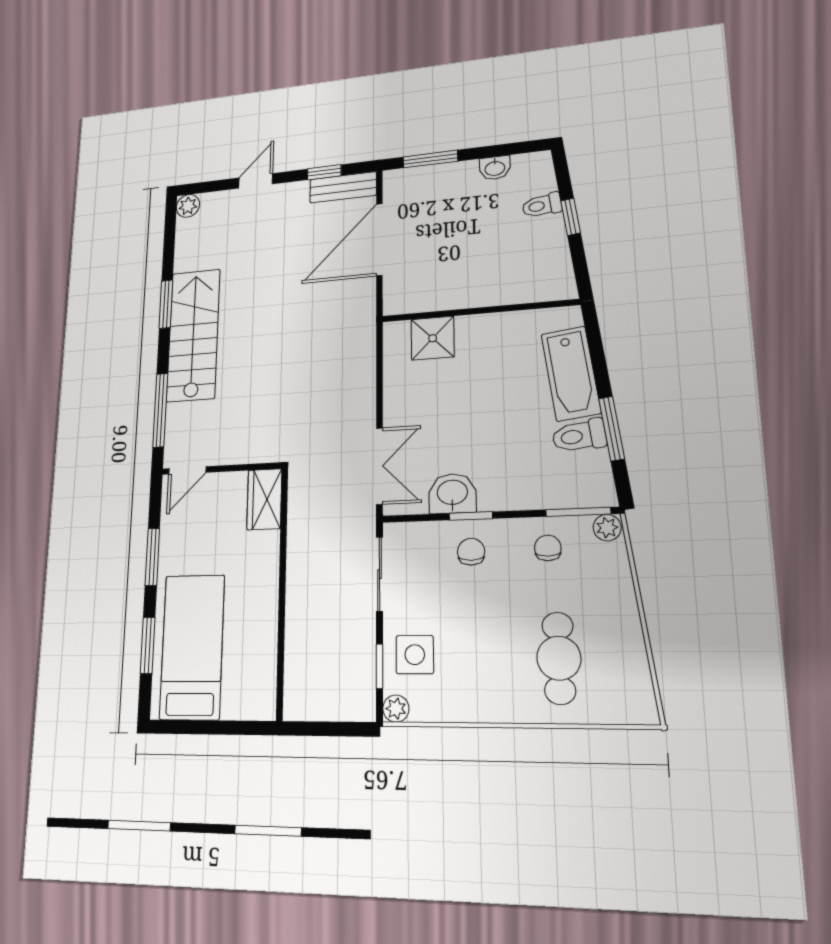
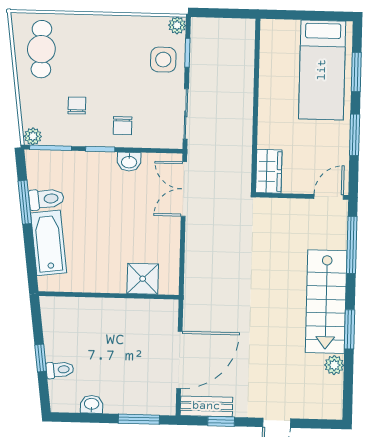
plant: (188, 206) -> (334, 365), moved
washbasin: (452, 493) -> (129, 162), width x0.72, depth x0.69
window: (471, 516) -> (100, 149), moved
chair: (548, 548) -> (77, 105), moved, turned 180
cafe table: (559, 658) -> (41, 49), moved

